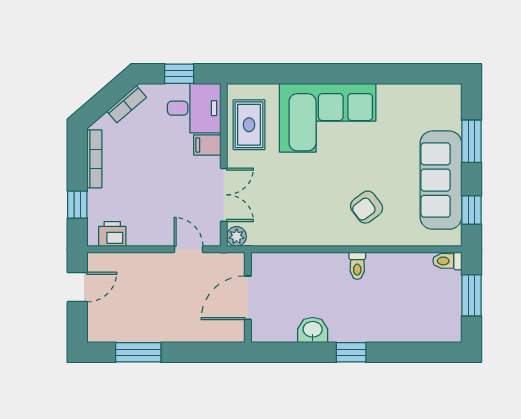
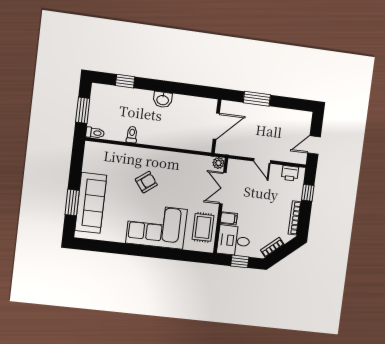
sofa: (441, 180) -> (91, 203), moved
armchair: (367, 207) -> (146, 182), moved
window: (471, 210) -> (77, 162), removed
door: (188, 249) -> (262, 161), moved
toilet: (357, 266) -> (132, 135), moved
washbasin: (313, 330) -> (163, 100), moved
window: (138, 352) -> (257, 99), moved
window: (351, 352) -> (125, 81), moved

